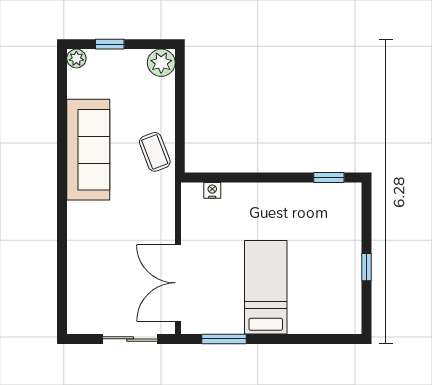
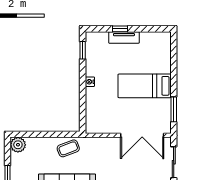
nightstand: (212, 190) -> (90, 82), moved
tv unit: (351, 251) -> (124, 38), added
window: (367, 267) -> (120, 29), moved

